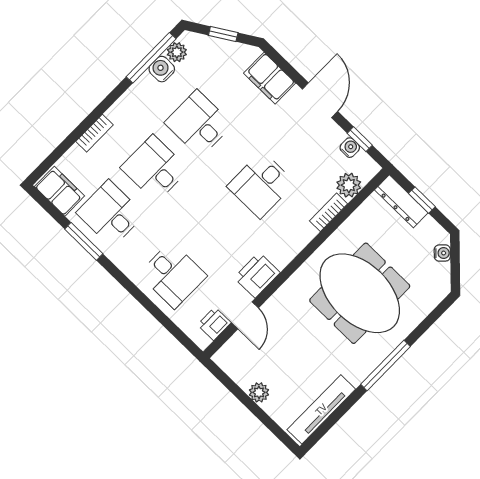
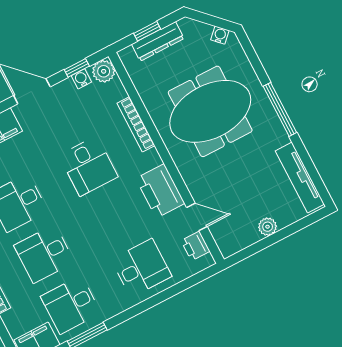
plant: (349, 185) -> (104, 71), moved
dresser: (401, 201) -> (158, 41), moved
bookcase: (329, 212) -> (136, 124), width x1.56
water cooler: (442, 253) -> (220, 35), moved
printer: (257, 275) -> (160, 191), width x1.37, depth x1.19

